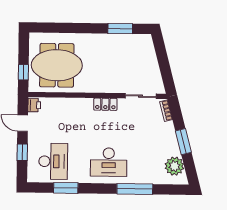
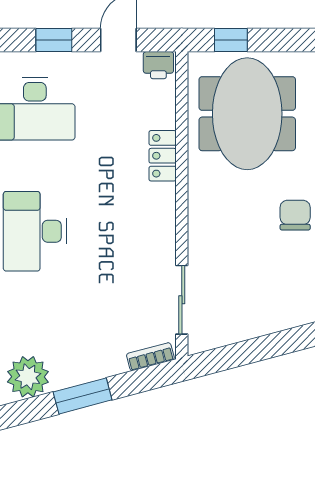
chair: (103, 44) -> (295, 215), added
locker: (105, 104) -> (163, 156), moved

